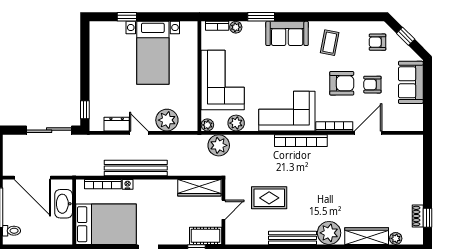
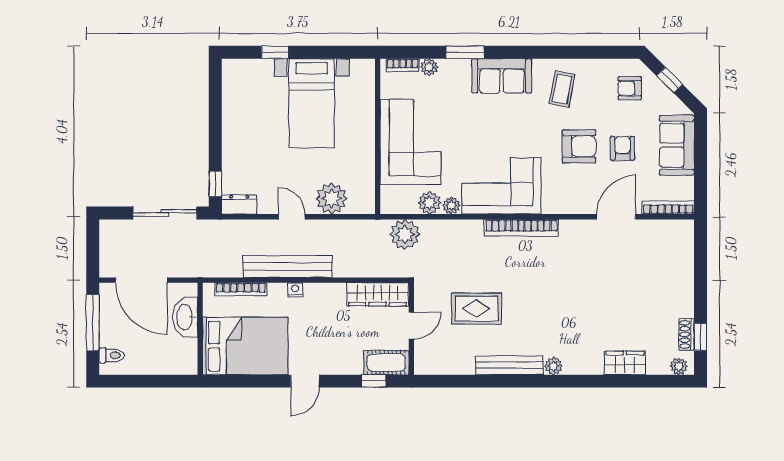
armchair: (372, 85) -> (623, 148), turned 90
dresser: (117, 124) -> (239, 204), moved
plant: (207, 125) -> (451, 205), moved
bookcase: (334, 126) -> (668, 208), moved
nightstand: (128, 184) -> (295, 290), moved
plant: (329, 233) -> (553, 366), width x0.53, depth x0.53
wardrobe: (367, 236) -> (625, 363), width x0.67
plant: (396, 238) -> (679, 366), moved

